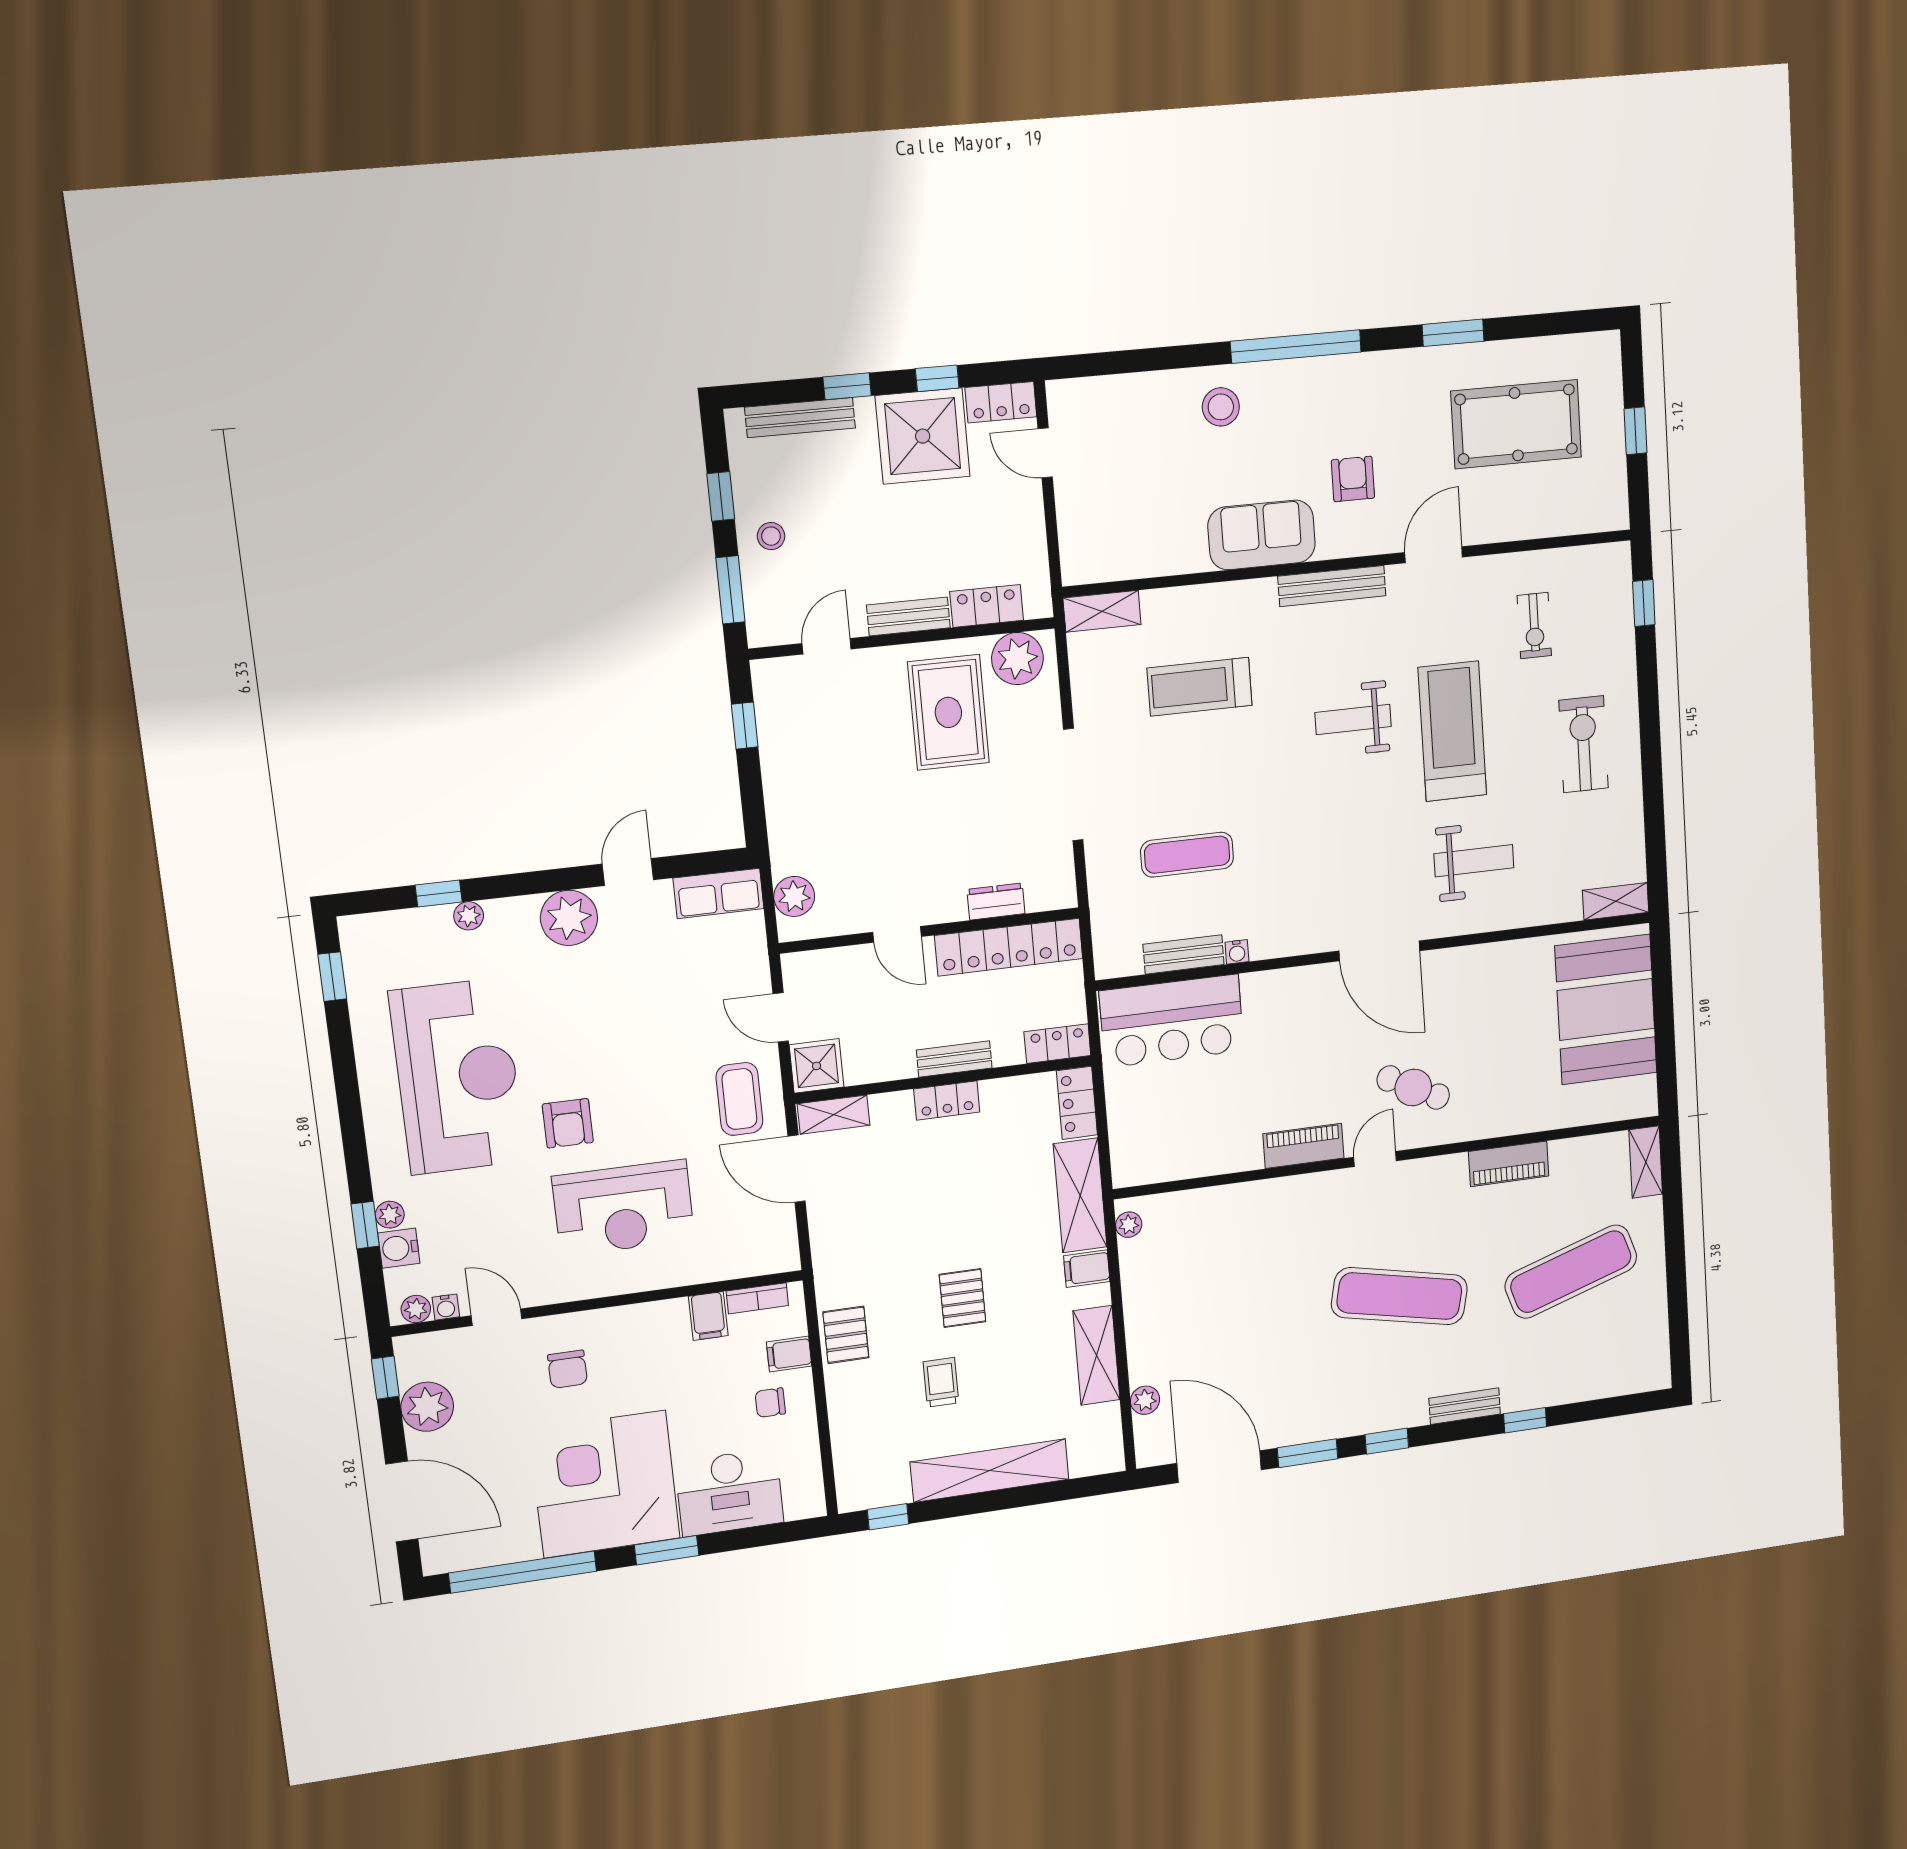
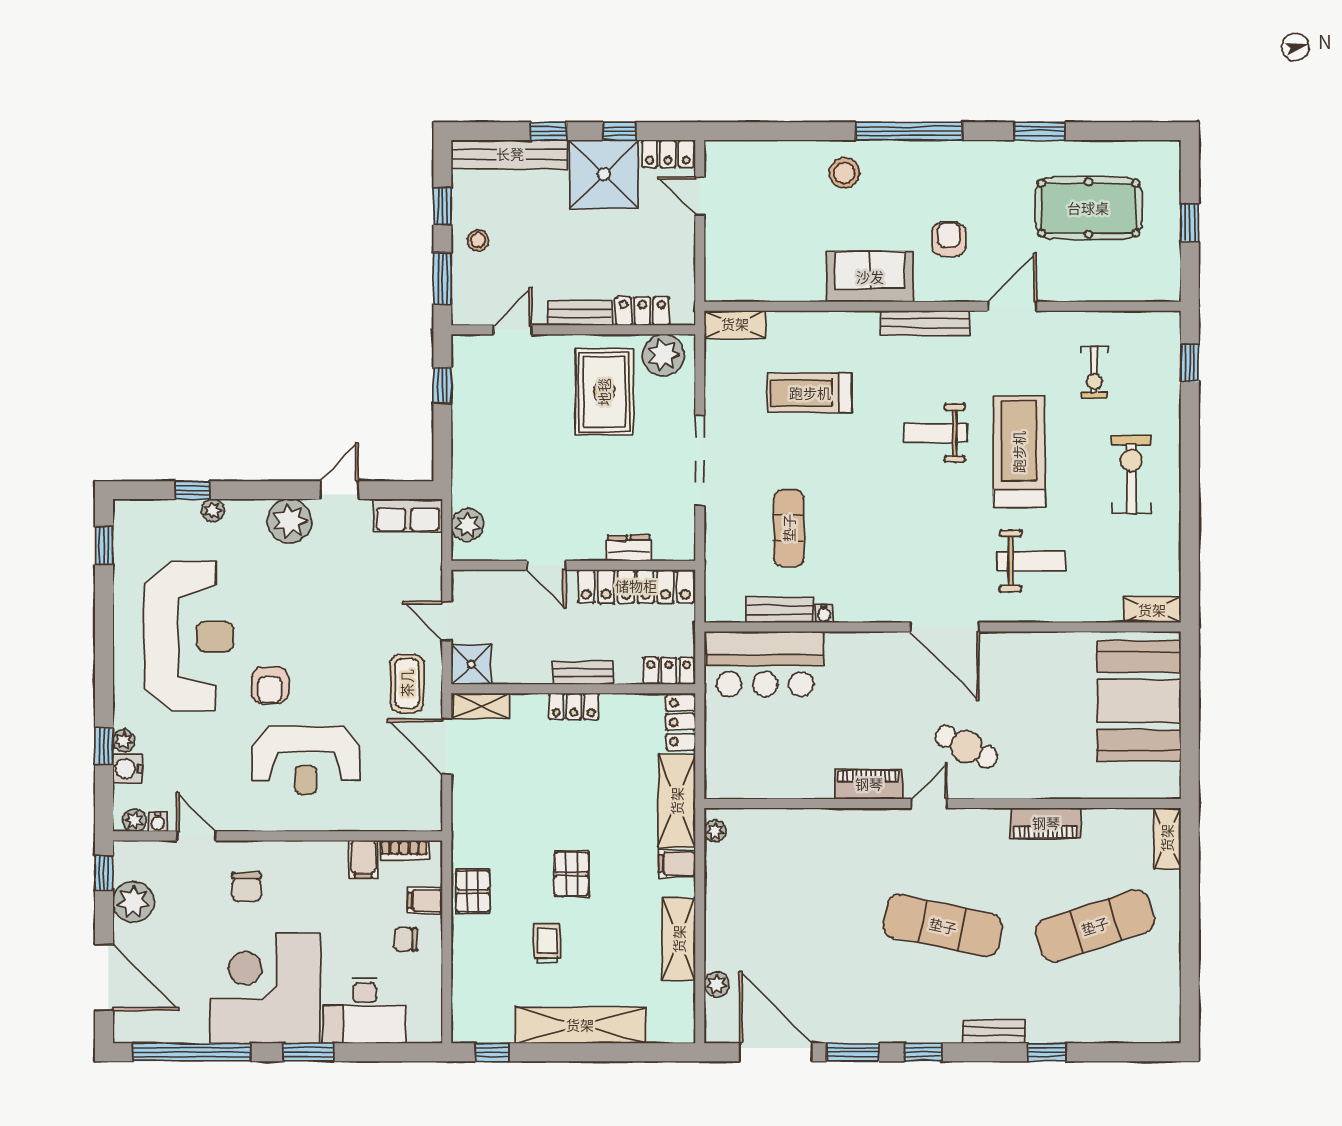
bench: (800, 418) -> (510, 154), width x1.37, depth x1.21
exercise mat: (1187, 855) -> (789, 528), turned 90

